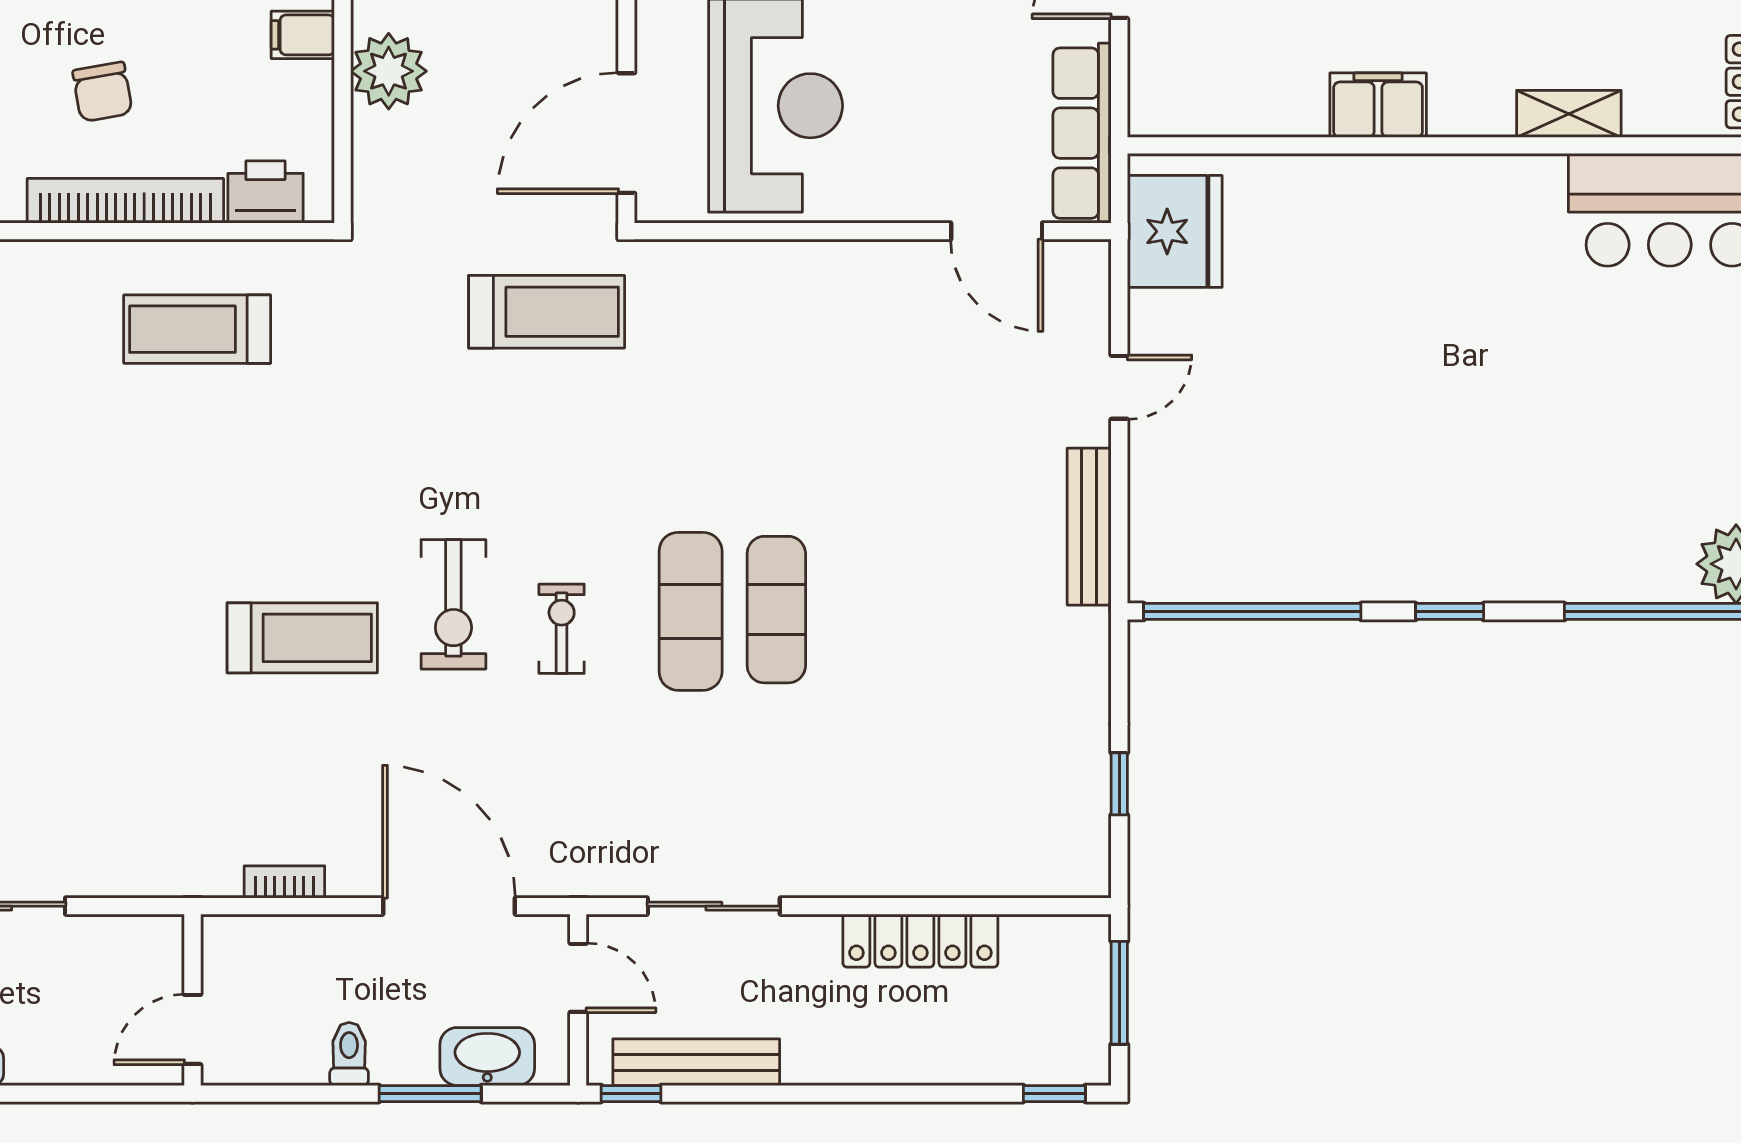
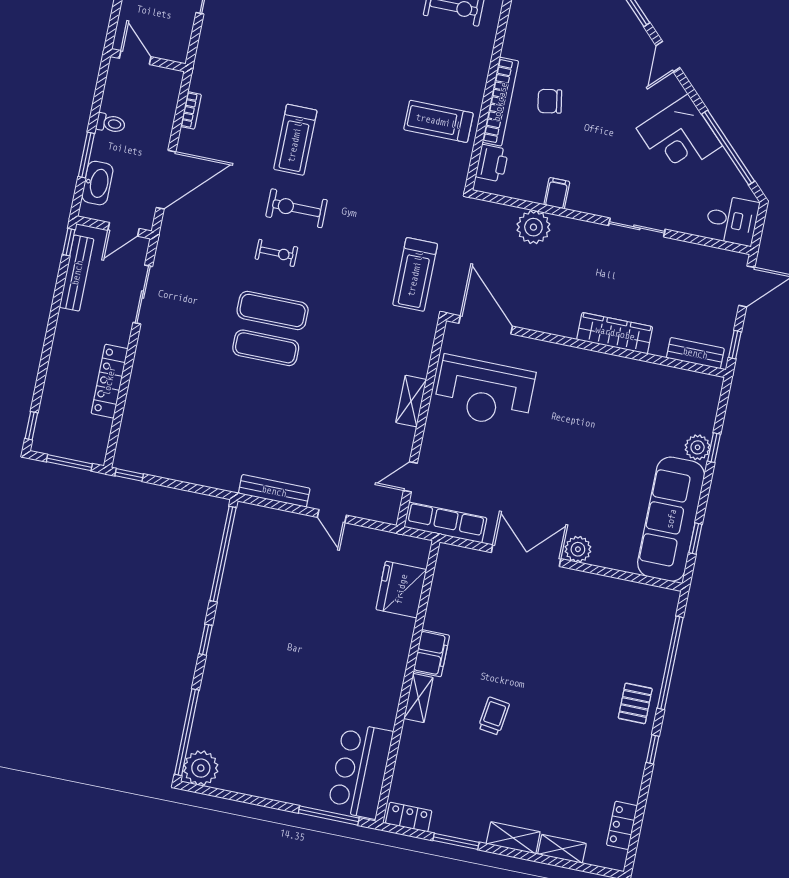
shelving: (1569, 114) -> (418, 698), moved
door: (997, 231) -> (410, 477), width x0.73
fridge: (1175, 231) -> (401, 589), moved, turned 90
shelving: (829, 264) -> (411, 401), added
treadmill: (197, 329) -> (438, 121), turned -90
window: (1119, 784) -> (129, 475), moved

